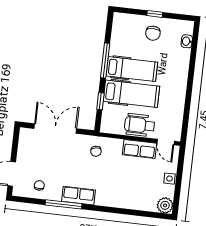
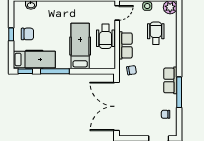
hospital bed: (132, 69) -> (34, 60), moved, turned 90
window: (100, 101) -> (25, 71), moved
double door: (55, 129) -> (117, 106), width x1.36
row of seats: (139, 149) -> (125, 45), moved
wheelchair: (136, 185) -> (156, 33), added

